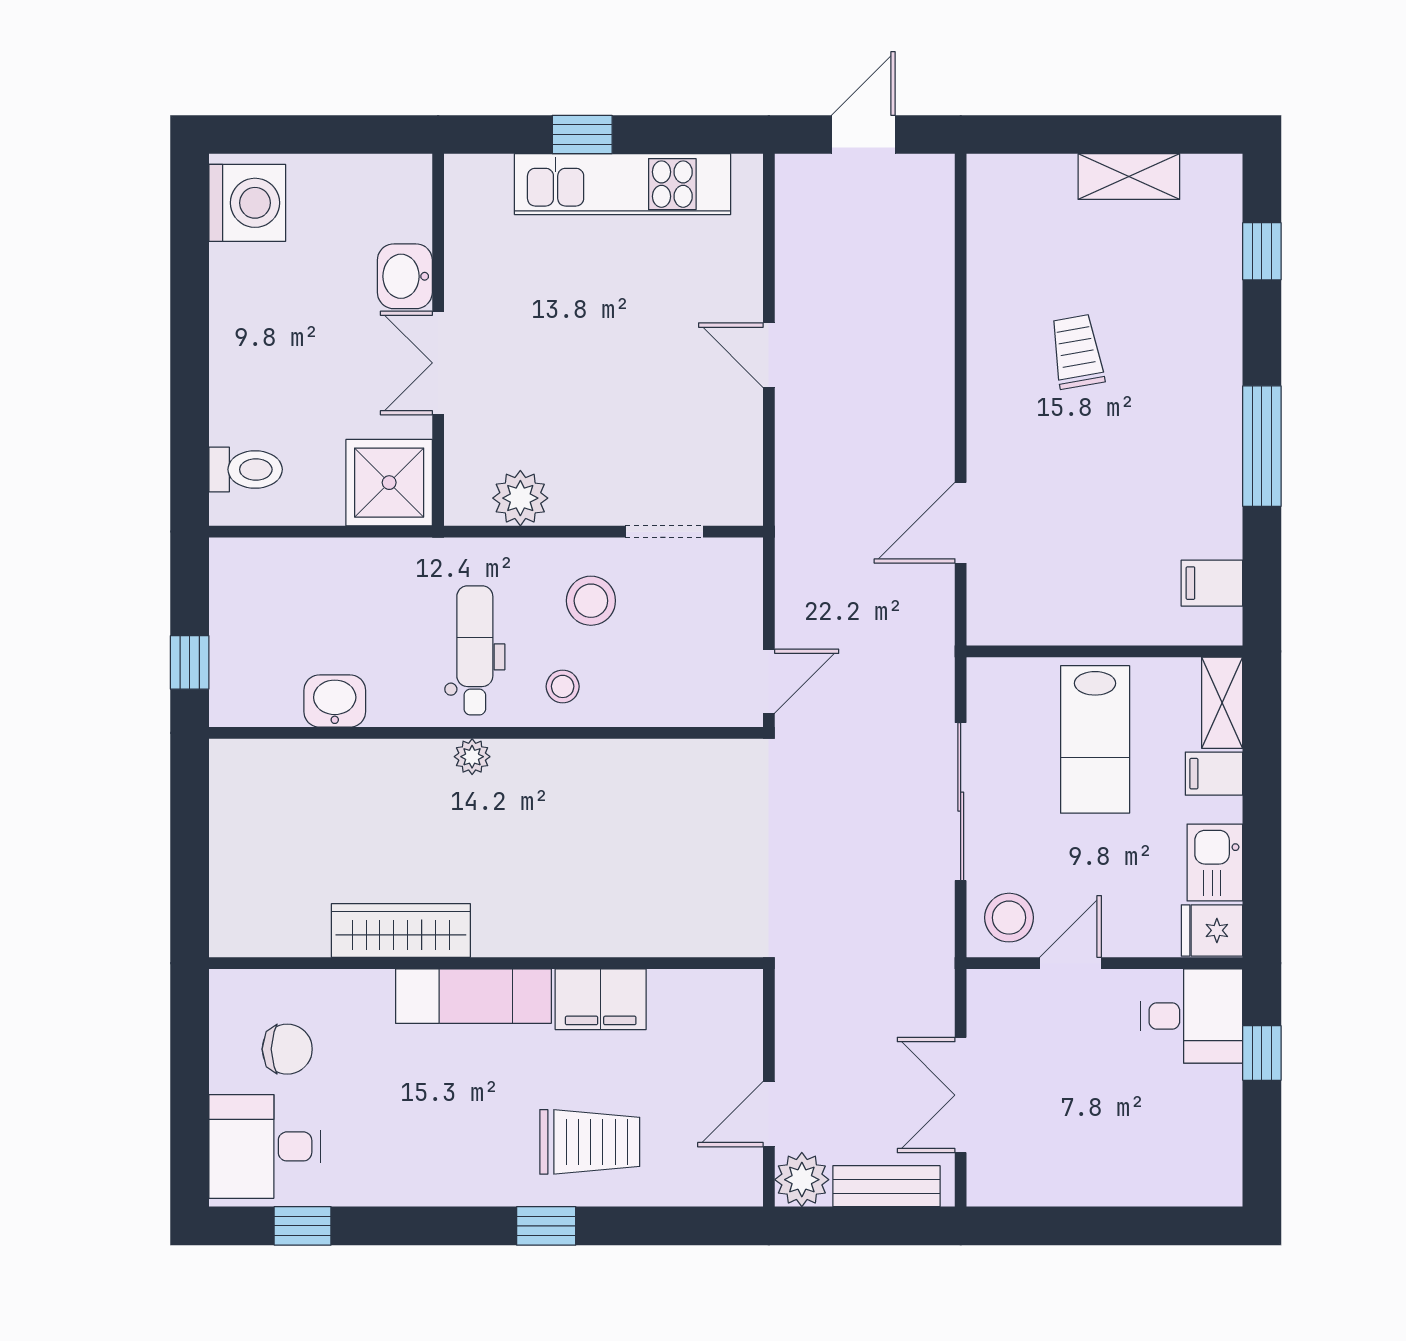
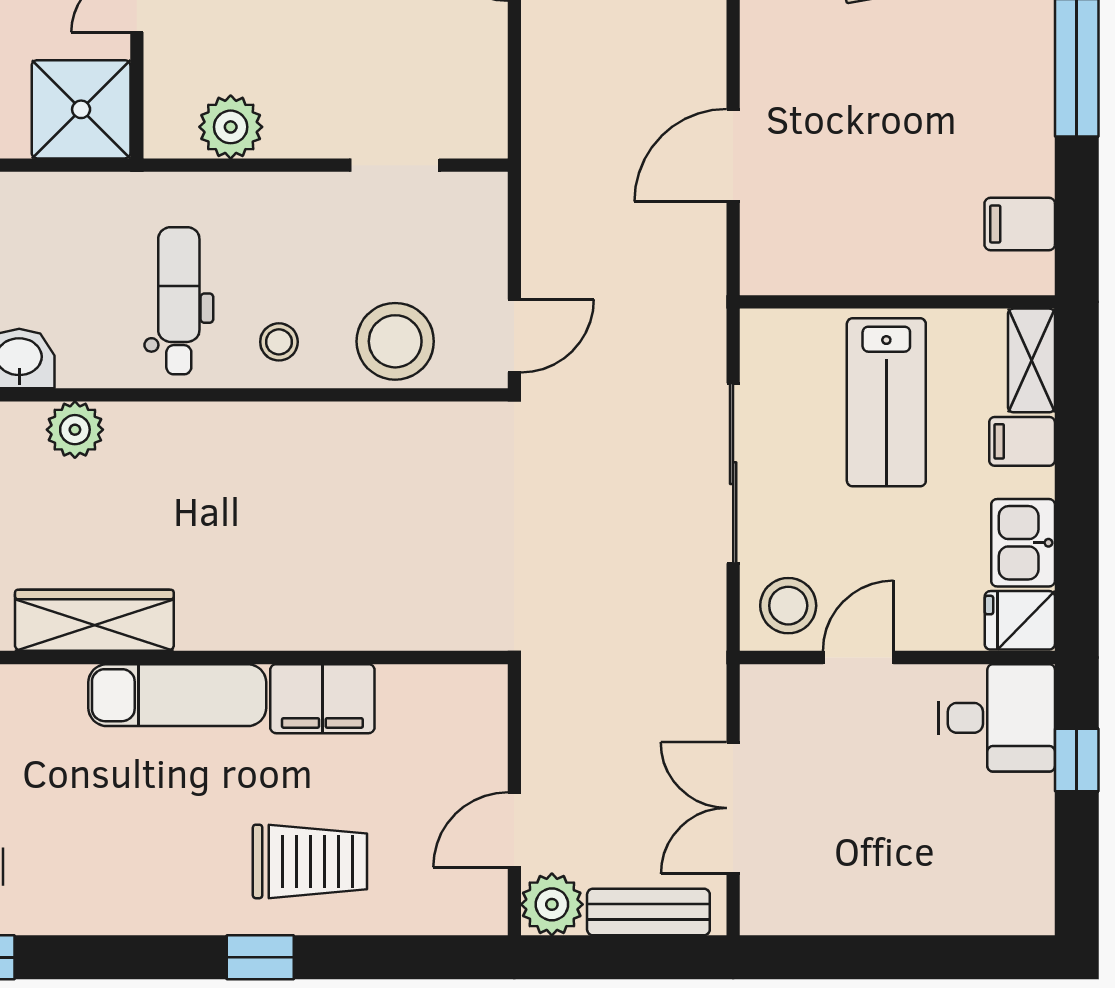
stool: (591, 601) -> (395, 341), moved, width x1.38, depth x1.38
plant: (472, 757) -> (75, 430), moved, width x1.38, depth x1.38

